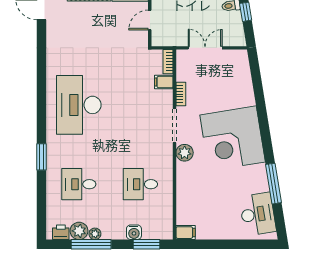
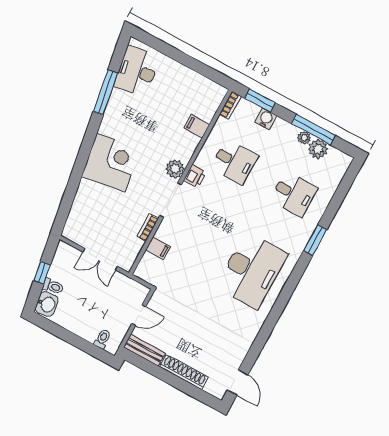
bookcase: (168, 62) -> (230, 105), moved
corner desk: (233, 138) -> (111, 162), width x0.74, depth x0.74
printer: (61, 232) -> (195, 176), moved, turned -90
filing cabinet: (186, 233) -> (197, 126), moved

